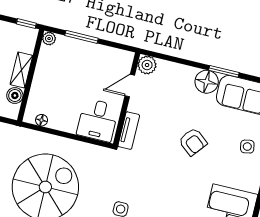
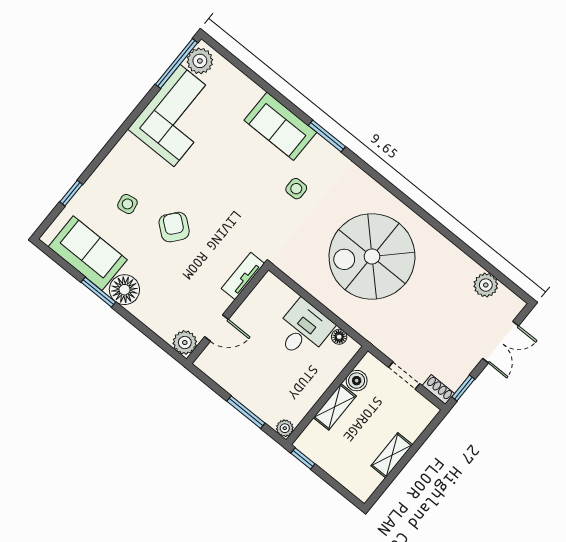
desk: (98, 120) -> (303, 330), moved
side table: (247, 147) -> (127, 204), moved

